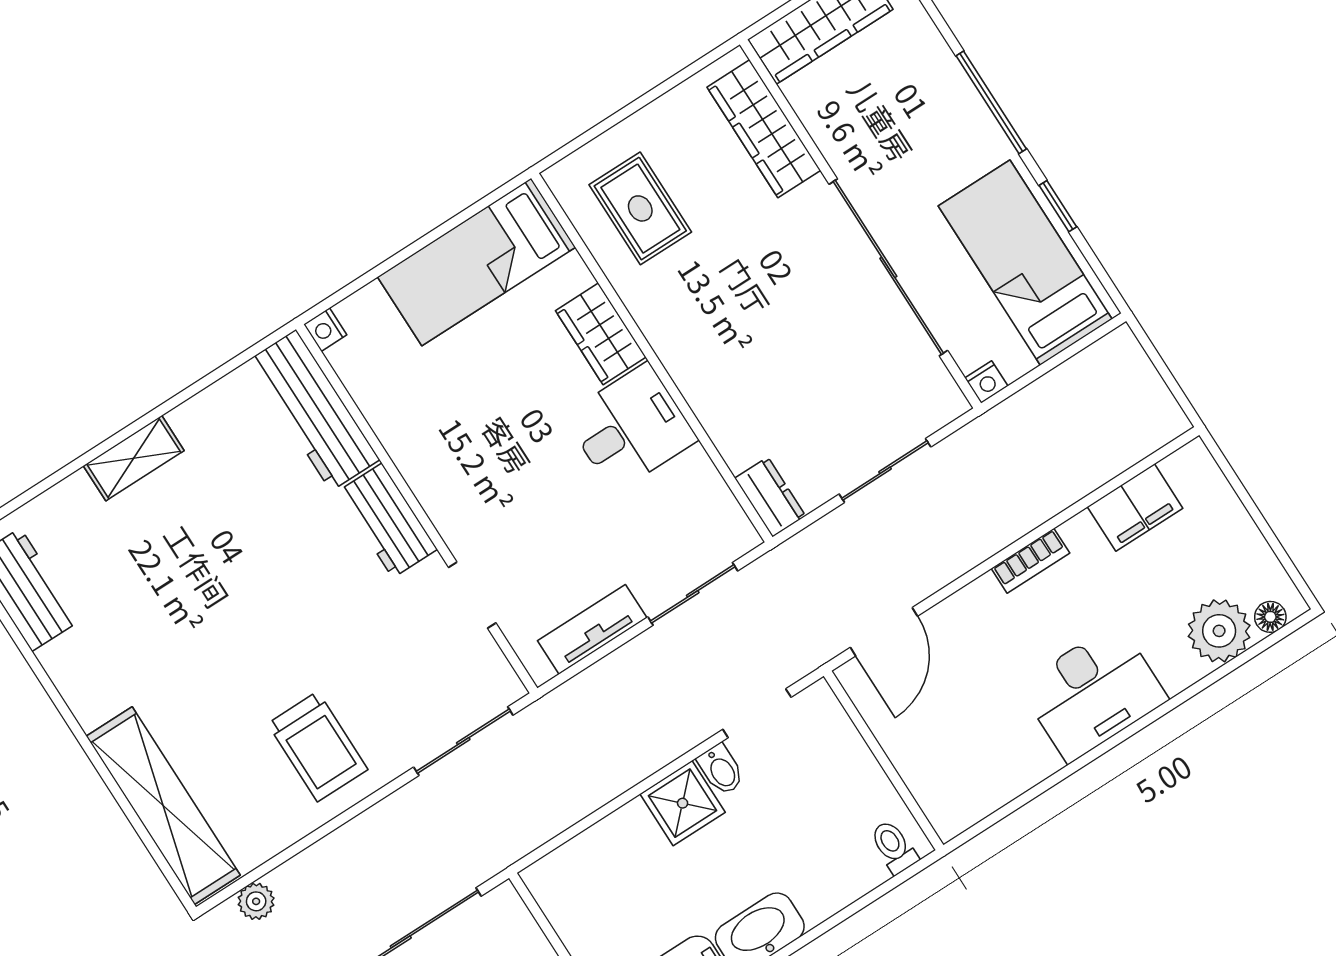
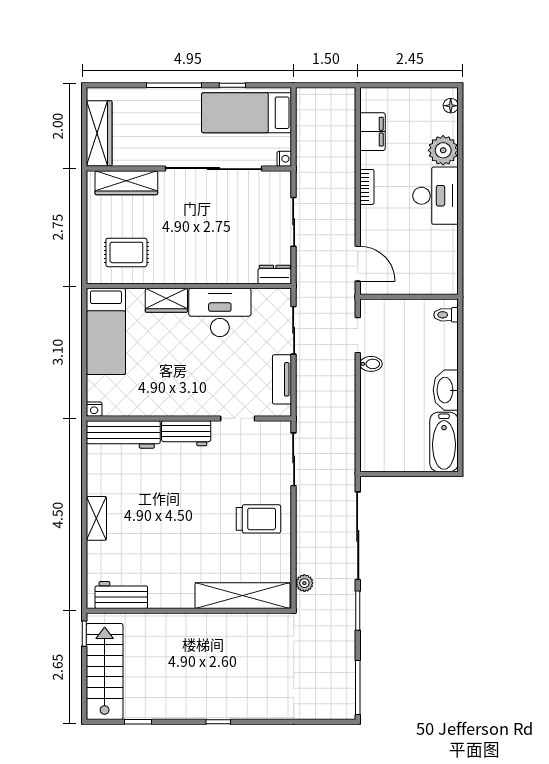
desk: (631, 428) -> (220, 312), width x1.37
plant: (1219, 631) -> (443, 150), moved
shower: (683, 803) -> (374, 388), removed

